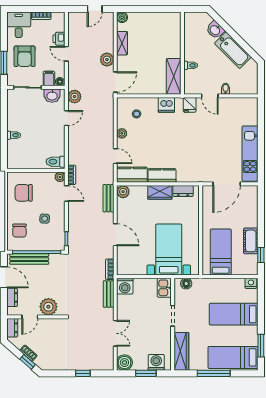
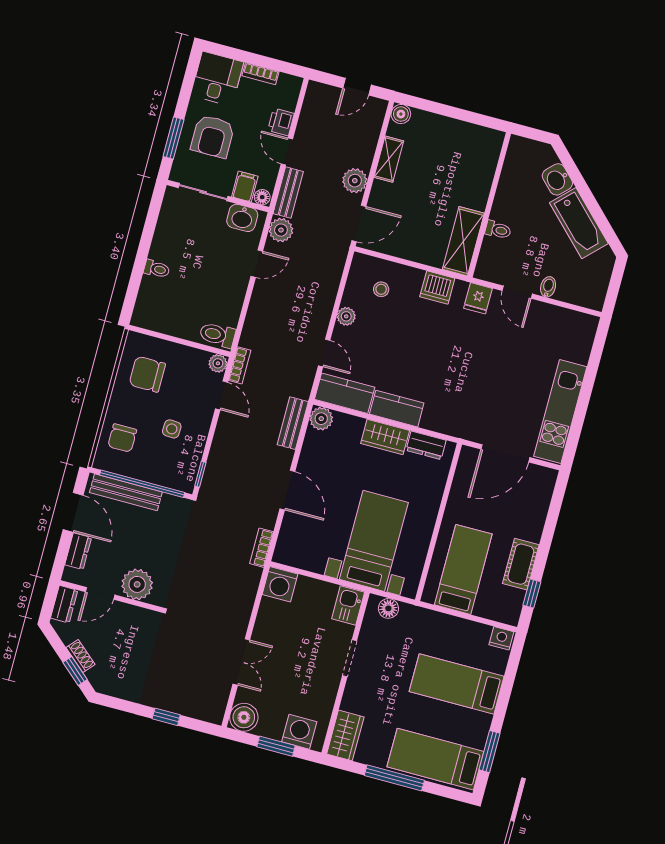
bench: (109, 294) -> (288, 193), moved
wardrobe: (181, 351) -> (345, 735), width x0.67

